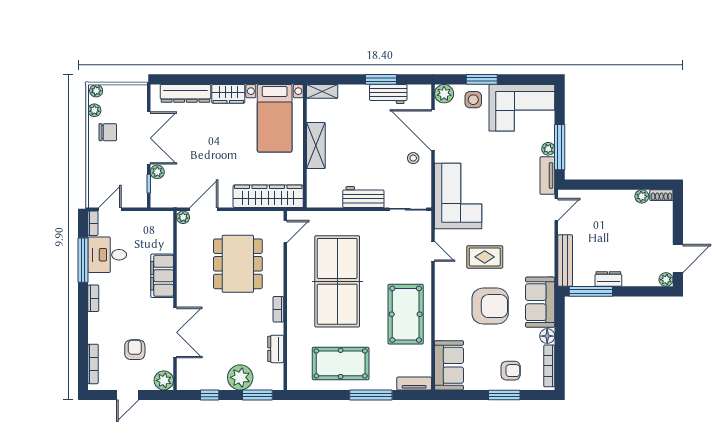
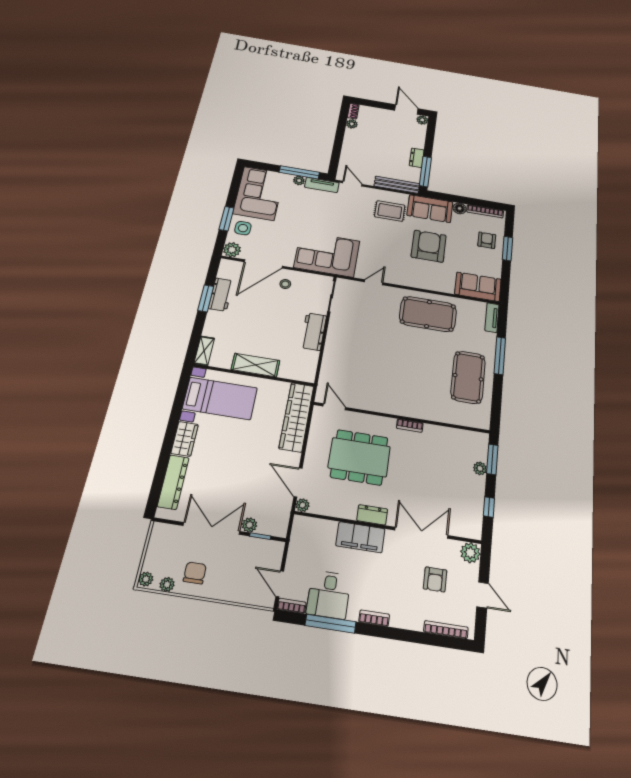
rug: (485, 257) -> (390, 211), moved, turned 90
table tennis table: (337, 281) -> (390, 367), removed
dresser: (276, 349) -> (372, 515), moved, turned 180
armchair: (135, 350) -> (435, 579), turned -90
plant: (240, 377) -> (480, 468), width x0.53, depth x0.53

